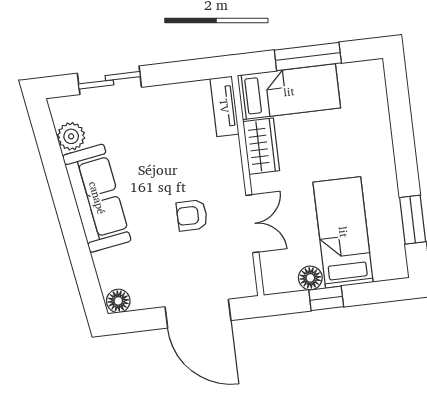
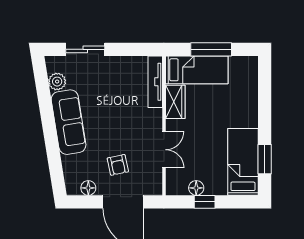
tv unit: (224, 106) -> (155, 82), width x1.41
armchair: (192, 215) -> (118, 165), moved, turned -102
bed: (343, 232) -> (243, 162), moved
floor lamp: (118, 301) -> (88, 188), moved

